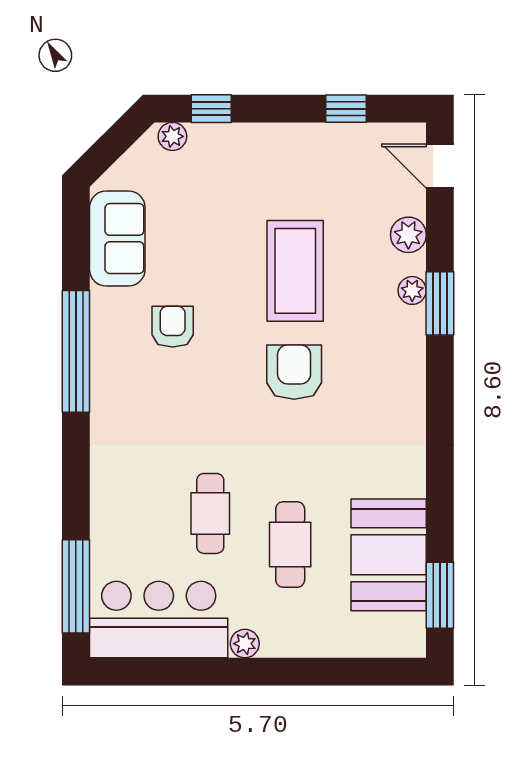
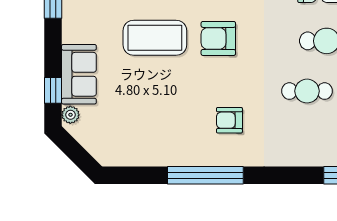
sofa: (117, 239) -> (79, 74), moved, turned 90
armchair: (173, 327) -> (229, 120), moved

